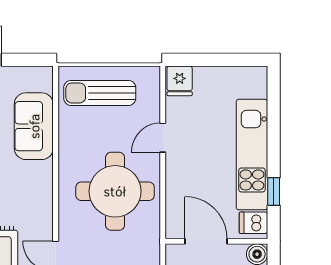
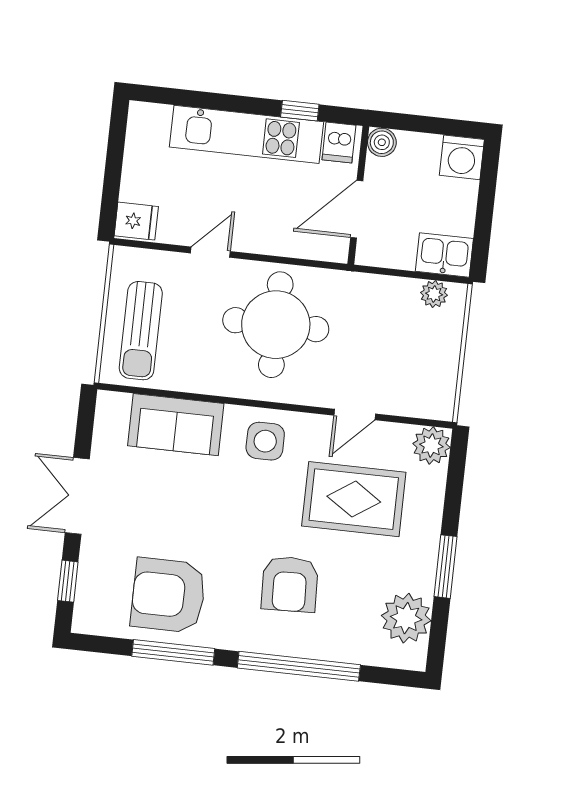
door: (163, 138) -> (210, 252), swing flipped
side table: (29, 193) -> (265, 441), added

